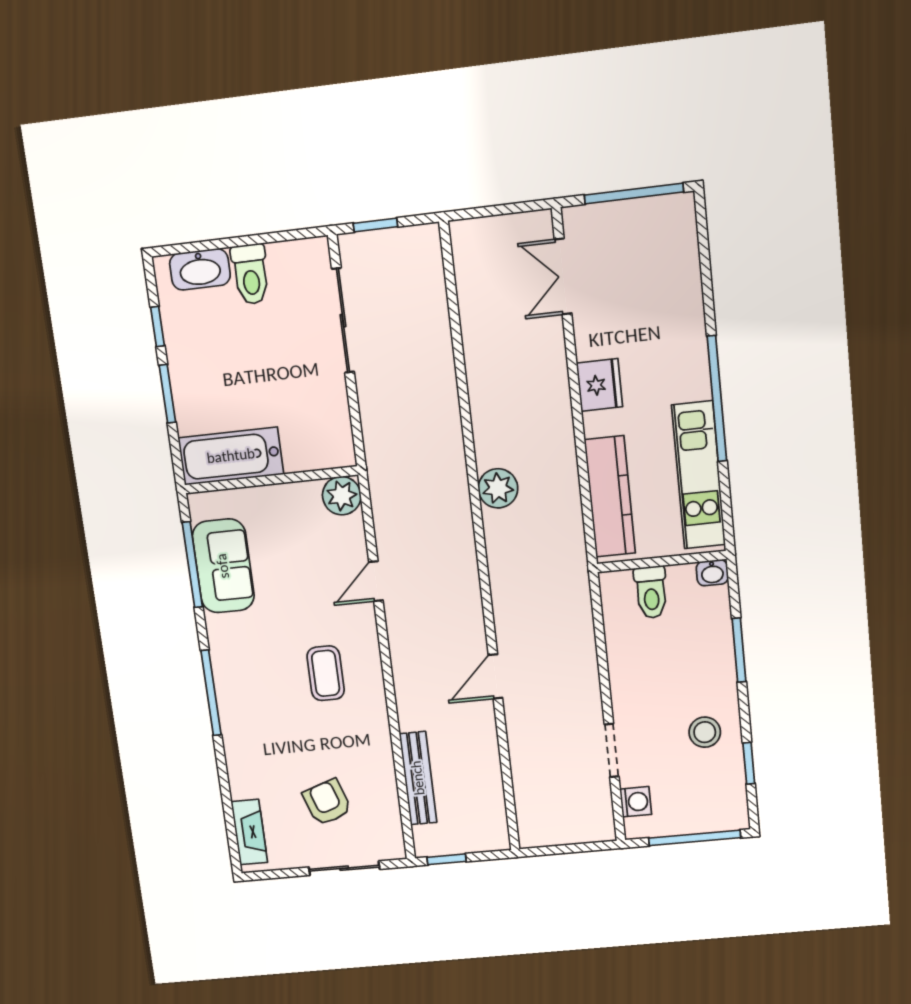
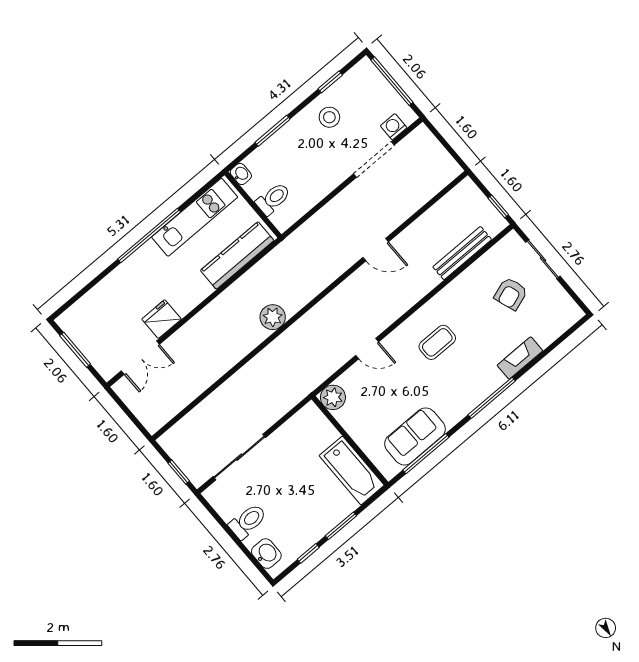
window: (634, 194) -> (75, 350), width x0.69
washbasin: (200, 269) -> (266, 554), width x0.72
fridge: (599, 385) -> (162, 319), moved
doorway: (612, 750) -> (374, 160), width x1.38
fireplace: (249, 832) -> (520, 358), moved

